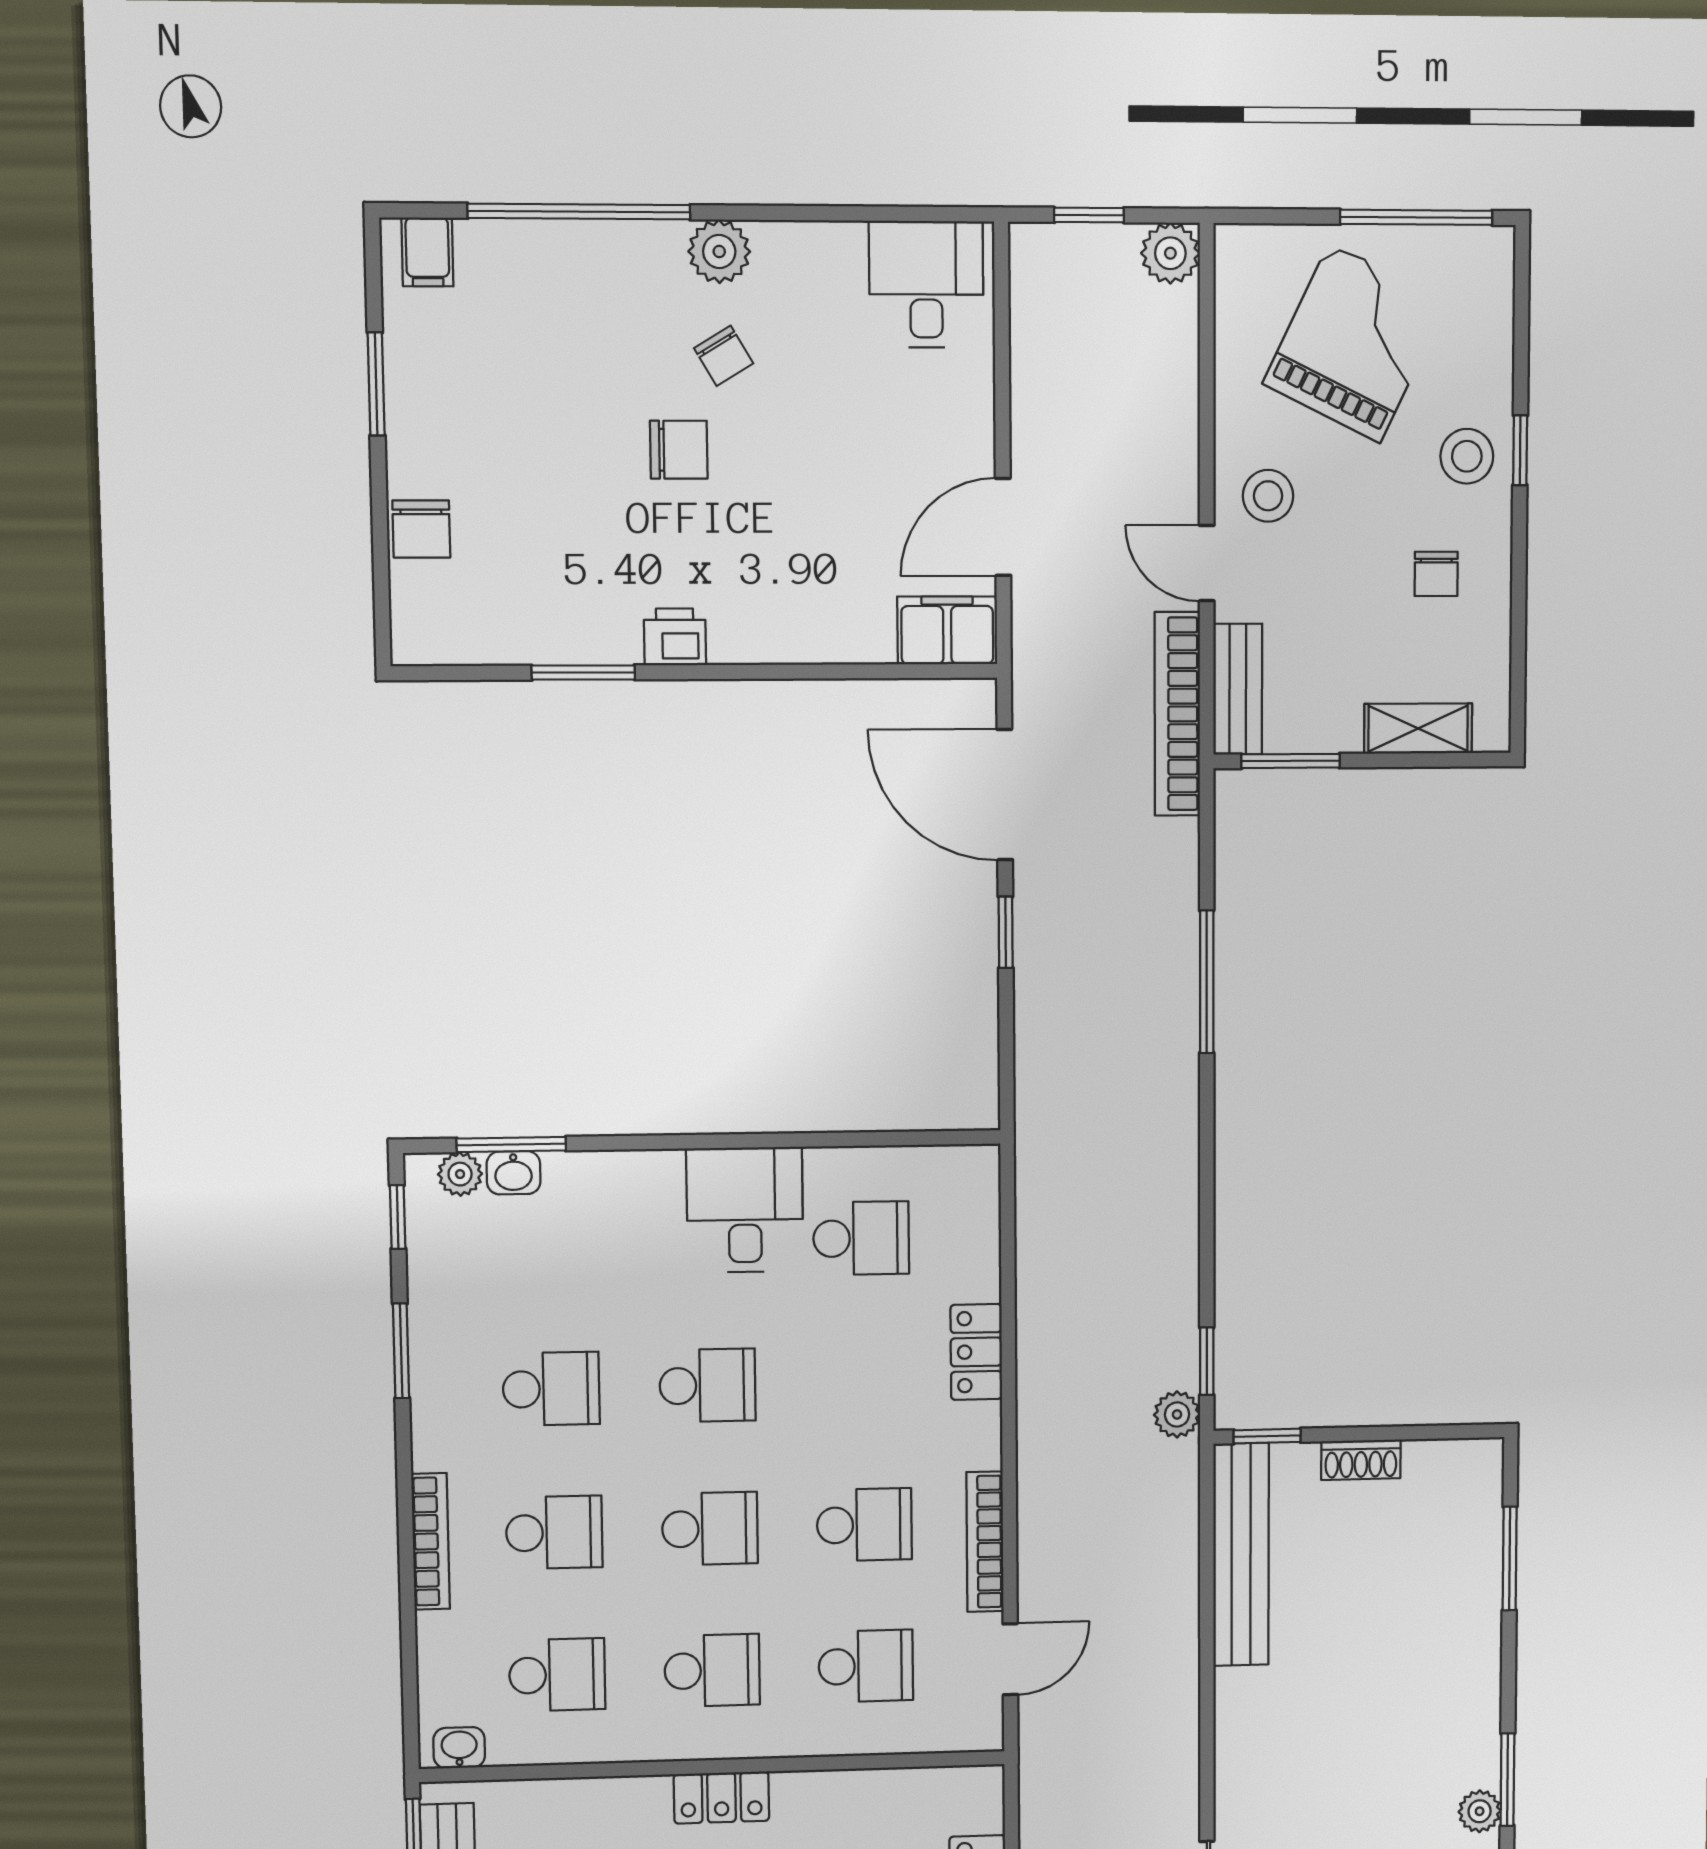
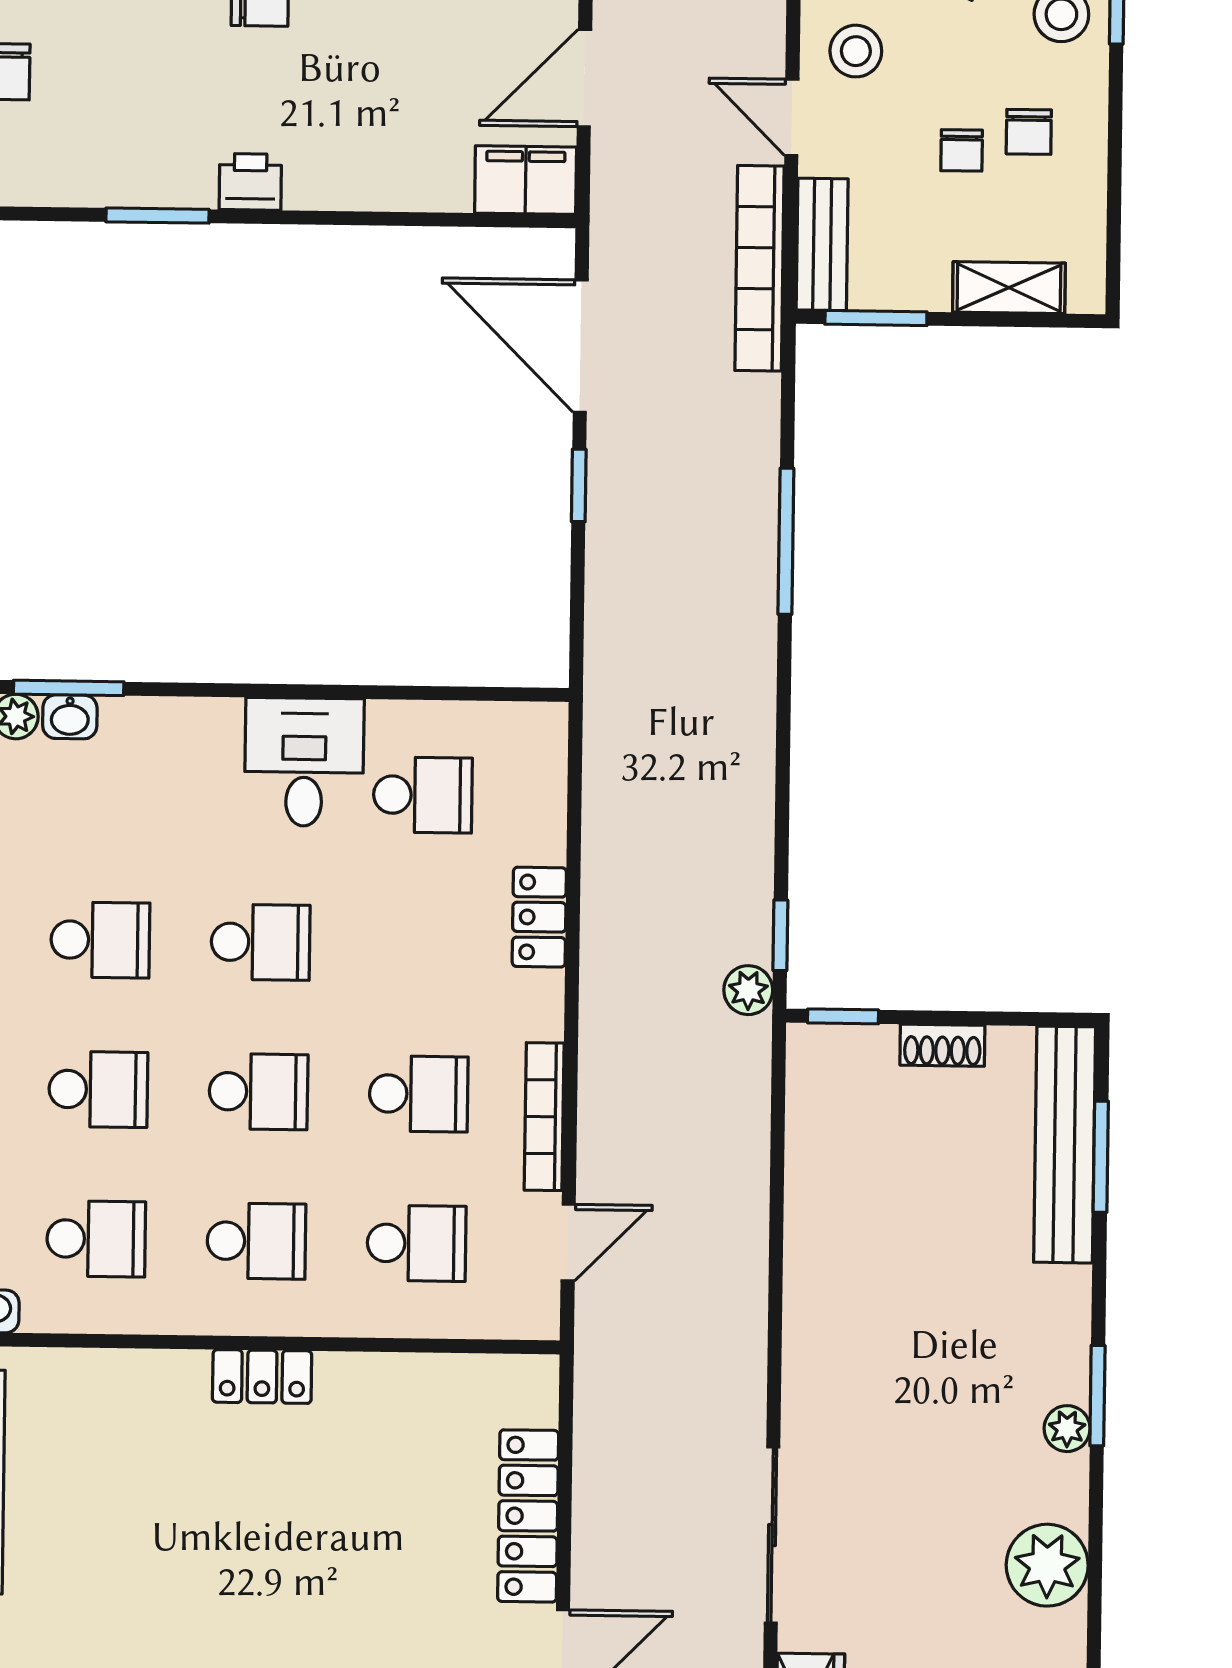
chair: (1372, 593) -> (962, 150), added
bench: (1241, 1555) -> (1065, 1145), moved

